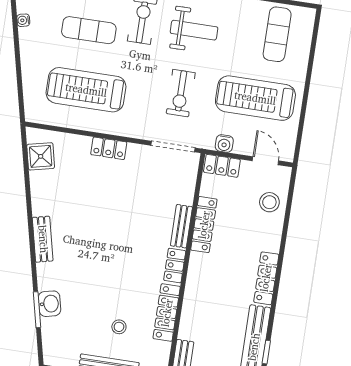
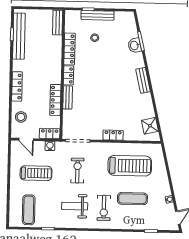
treadmill: (255, 98) -> (36, 173), width x0.73, depth x0.73
locker: (266, 278) -> (17, 86), moved

